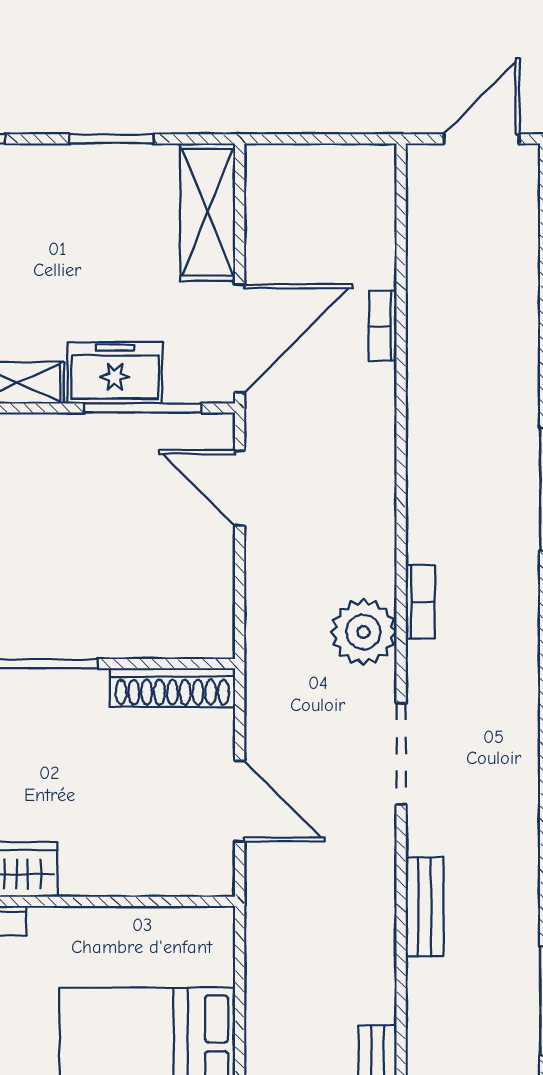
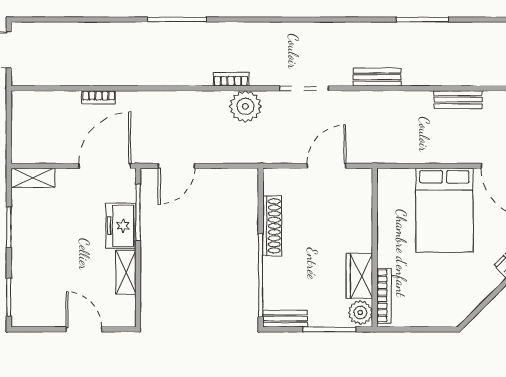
shelving: (208, 212) -> (33, 178), width x0.67, depth x0.75
door: (240, 338) -> (105, 166), hinge flipped
shoe rack: (172, 688) -> (272, 226), moved

